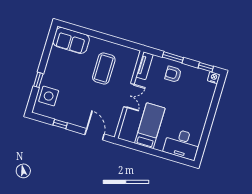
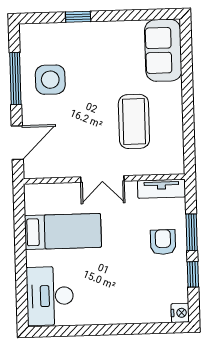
window: (206, 67) -> (193, 274), moved
coffee table: (104, 68) -> (134, 121), turned 90
side table: (49, 96) -> (50, 80), moved
window: (60, 124) -> (15, 79), width x2.17

